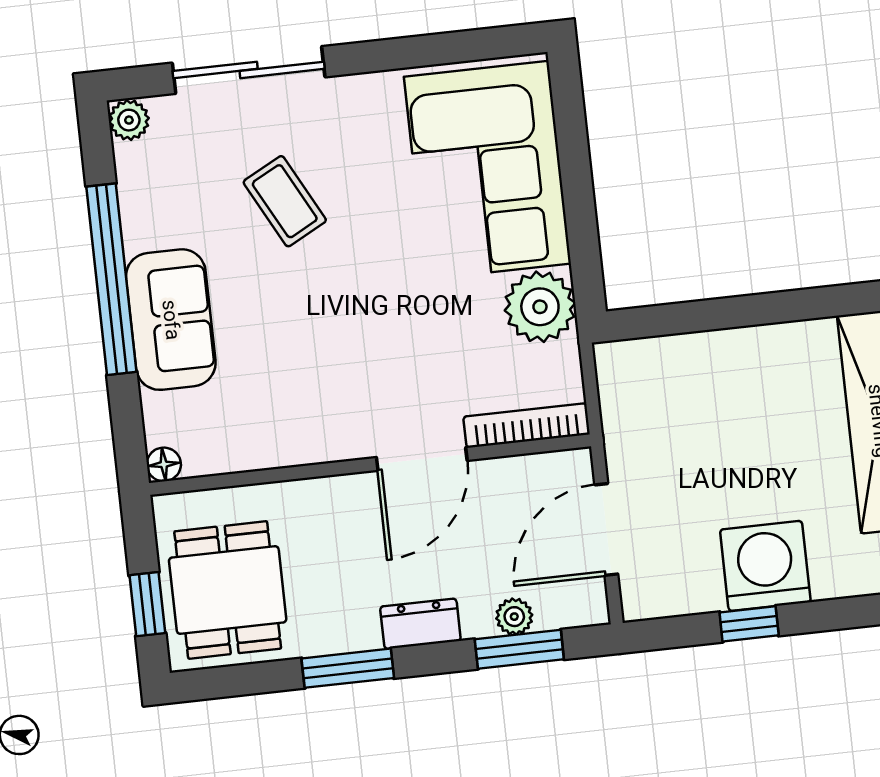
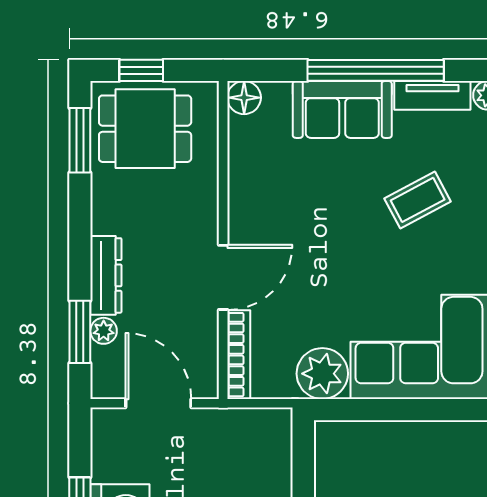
tv unit: (137, 197) -> (432, 95), added
door: (422, 459) -> (223, 277), swing flipped
floor lamp: (164, 464) -> (244, 98), width x1.37, depth x1.37
dresser: (420, 624) -> (106, 275), width x1.44
window: (348, 668) -> (80, 140), moved

